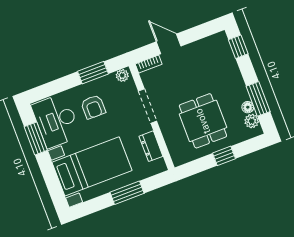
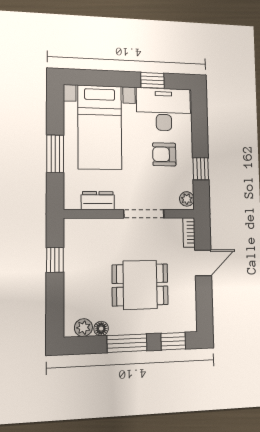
window: (93, 73) -> (201, 169), width x0.67
window: (258, 99) -> (127, 343), moved
dining table: (203, 121) -> (140, 285), moved
window: (36, 139) -> (152, 80), width x0.67
window: (224, 156) -> (55, 260), moved

